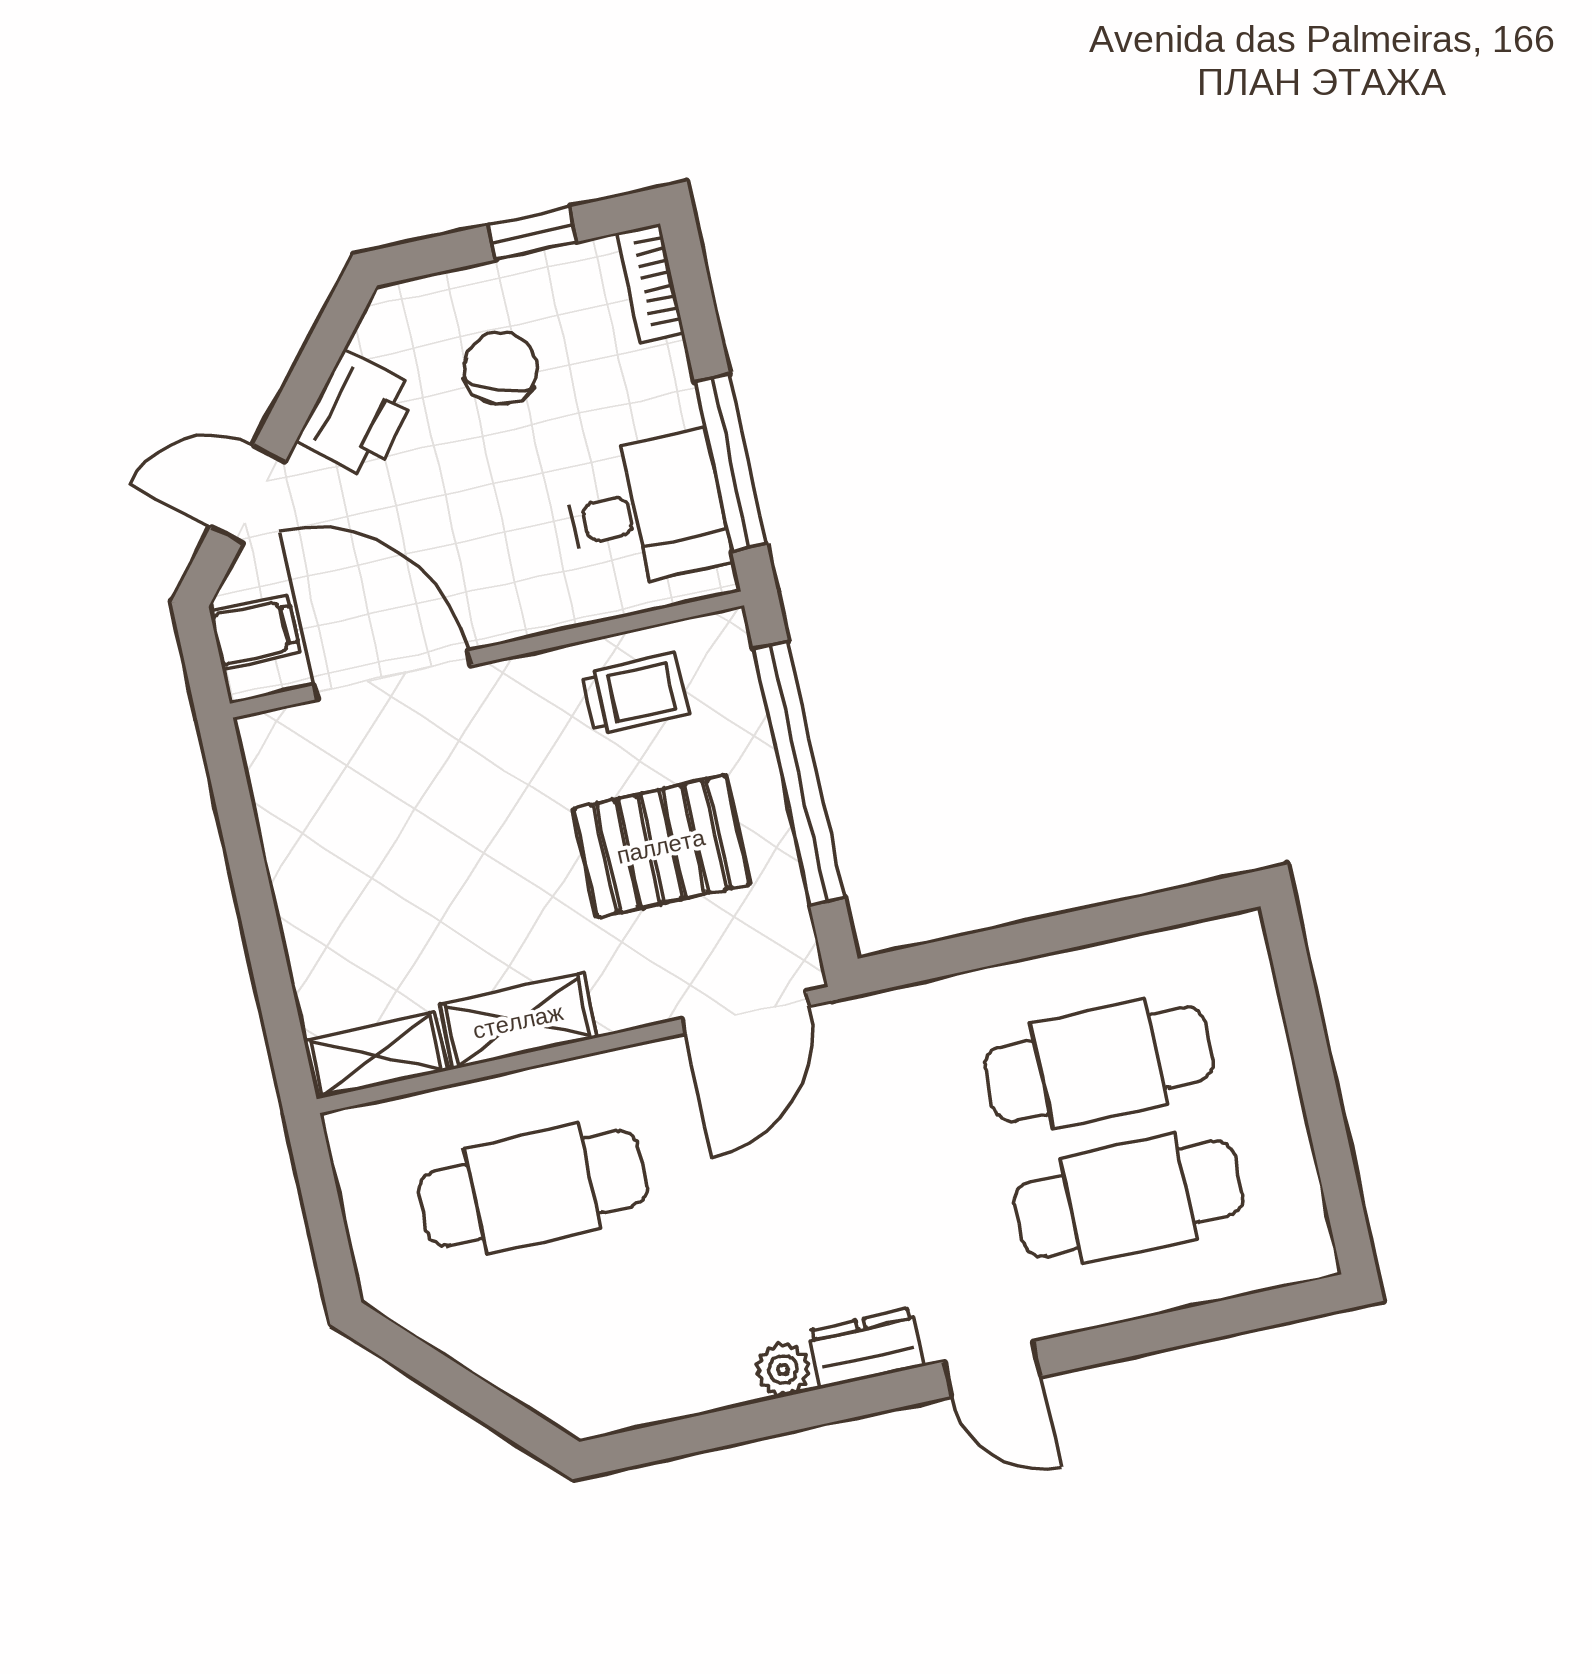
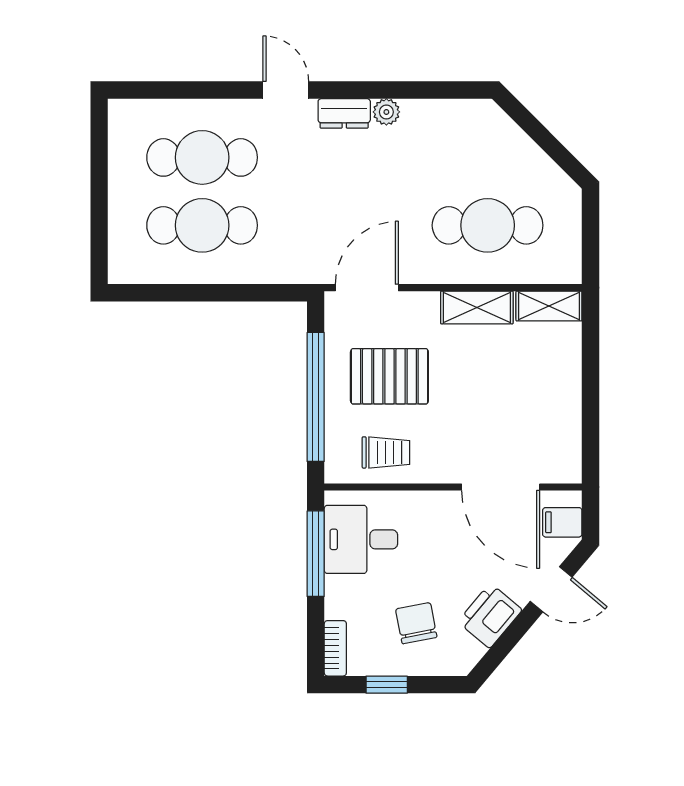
chair: (501, 368) -> (416, 623), turned 149
trolley: (635, 694) -> (386, 452), turned 180

